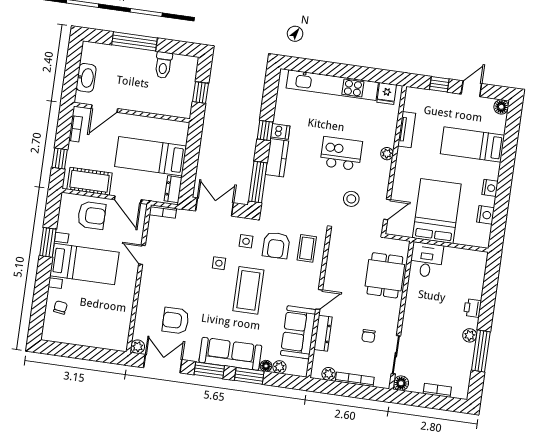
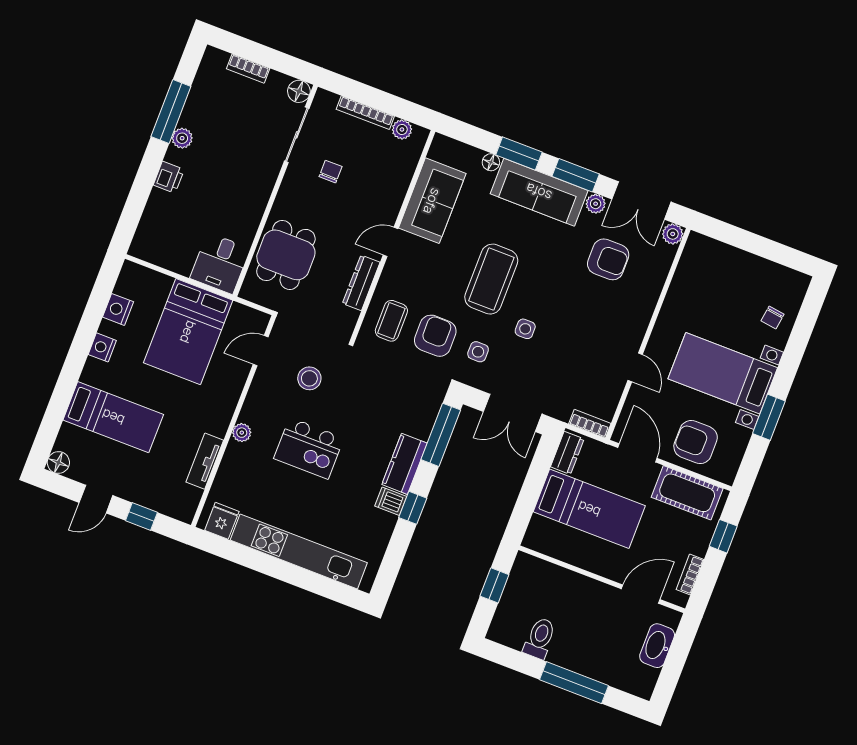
dresser: (323, 333) -> (361, 283), moved
plant: (279, 367) -> (596, 204), moved

